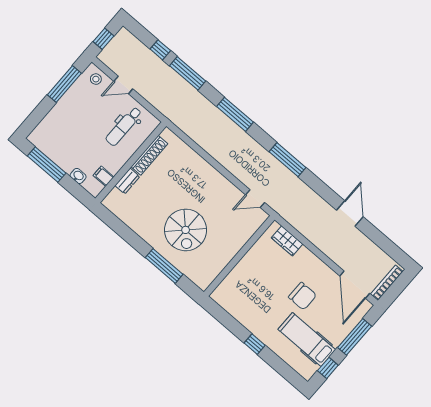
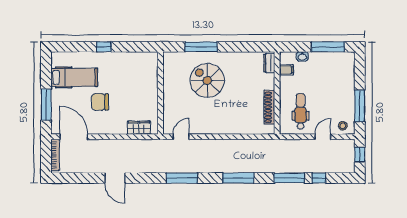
dresser: (127, 181) -> (269, 63), moved
window: (328, 368) -> (46, 71), removed

